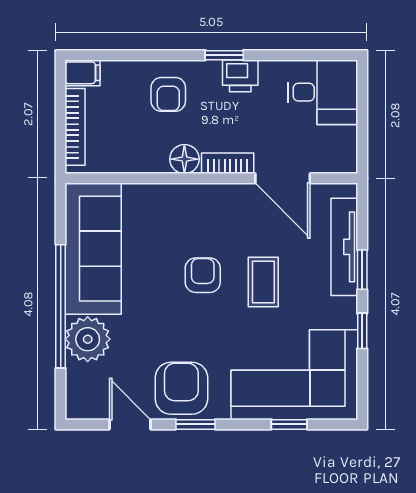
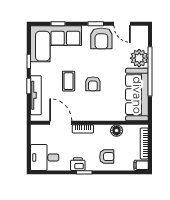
armchair: (168, 94) -> (107, 157), turned 90
floor lamp: (184, 159) -> (117, 131), moved

